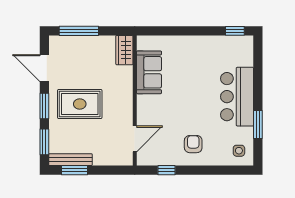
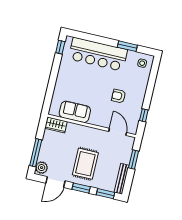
plant: (60, 44) -> (42, 168), added
bar counter: (237, 97) -> (98, 54), width x1.36
armchair: (193, 144) -> (119, 96), moved
window: (75, 170) -> (134, 159), moved

